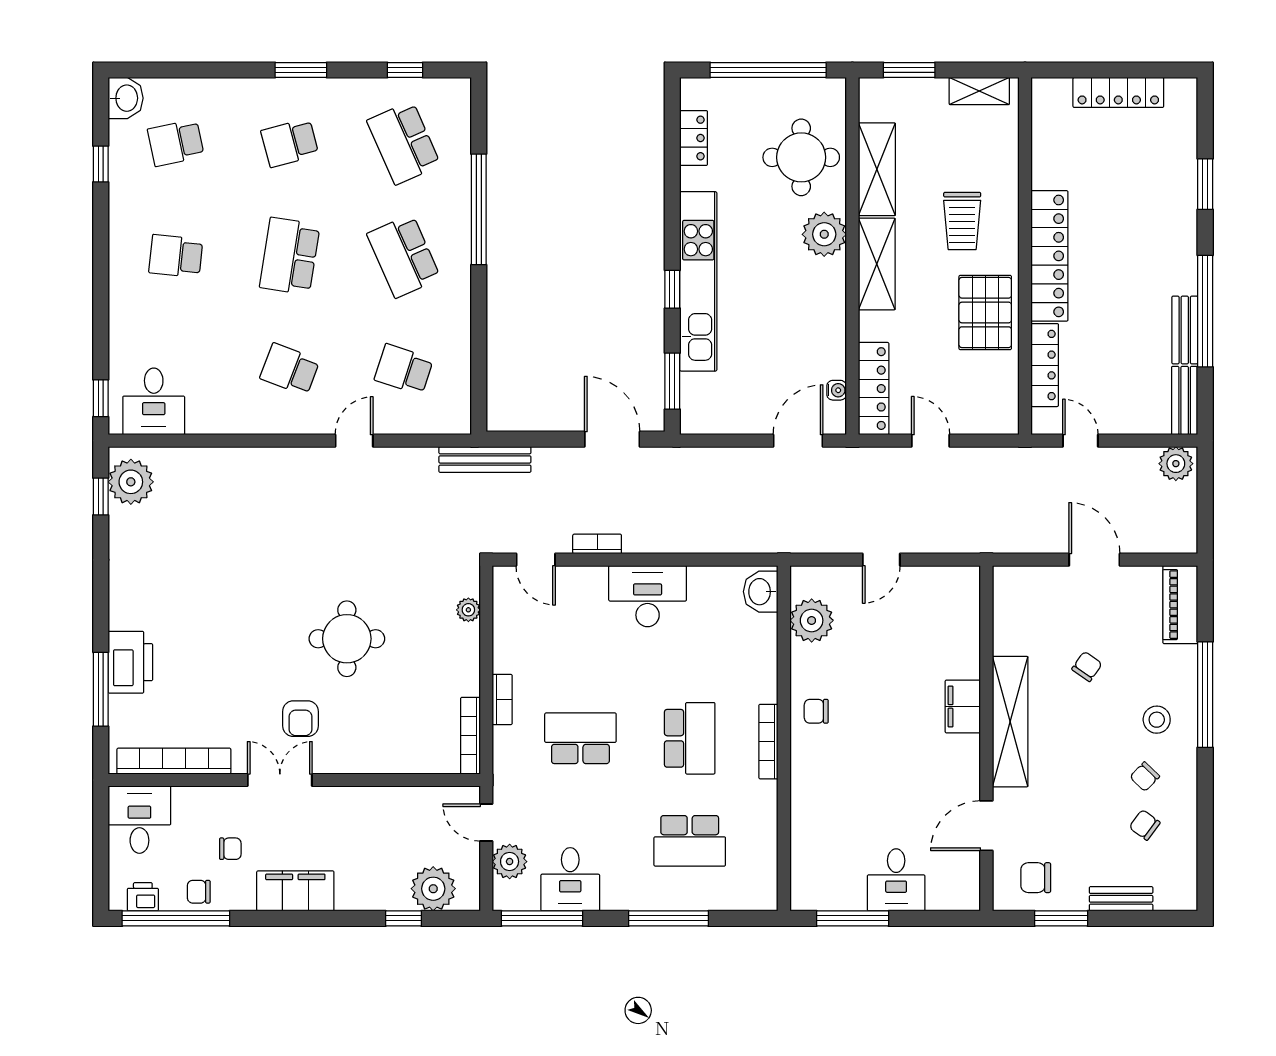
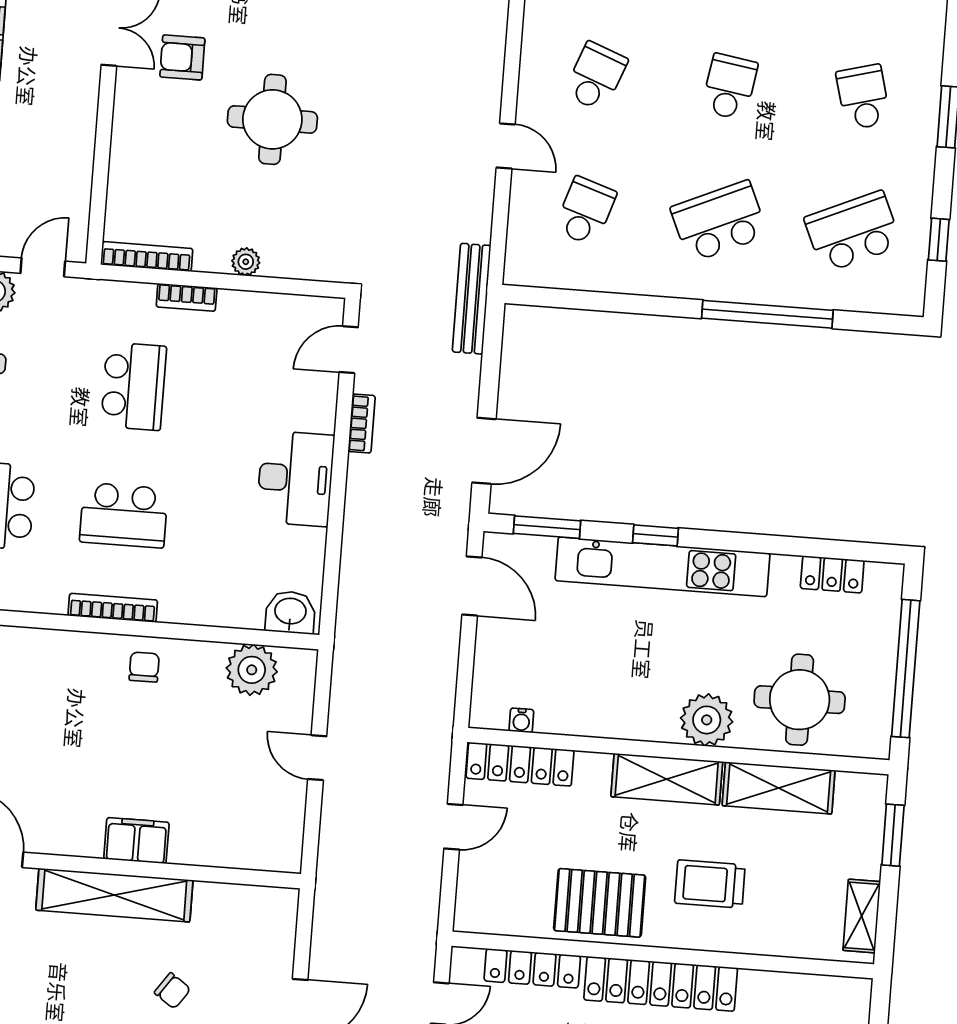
school desk: (290, 256) -> (729, 87), width x0.54
door: (798, 441) -> (472, 586), moved
plant: (468, 610) -> (246, 262), moved

